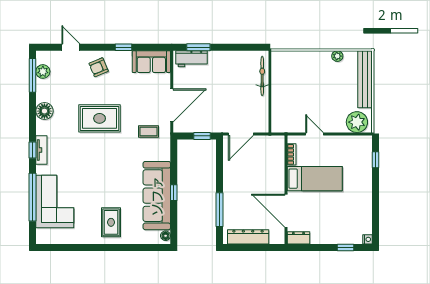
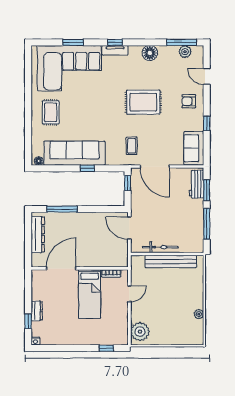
door: (71, 47) -> (207, 77), swing flipped
window: (236, 47) -> (207, 224), added
armchair: (99, 67) -> (189, 101), turned -67
bicycle: (262, 76) -> (160, 247), moved
bench: (365, 79) -> (171, 262), moved
rug: (100, 118) -> (143, 102), turned 90
window: (202, 136) -> (128, 183), moved
window: (174, 193) -> (87, 168), moved
window: (33, 197) -> (73, 42), width x0.47
corner sofa: (55, 201) -> (69, 68), width x1.36, depth x1.36
rug: (111, 222) -> (51, 112), turned 90
dresser: (298, 238) -> (37, 311), moved

